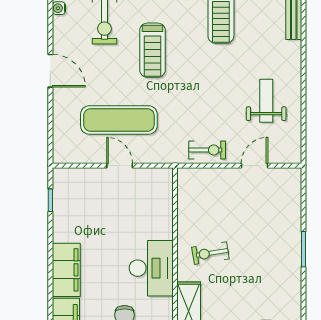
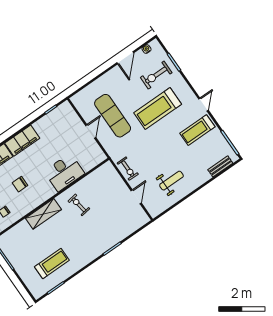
treadmill: (152, 50) -> (158, 108), width x1.37, depth x1.38
door: (50, 71) -> (125, 58), moved
door: (255, 166) -> (136, 197), hinge flipped
desk: (151, 268) -> (64, 172), moved

